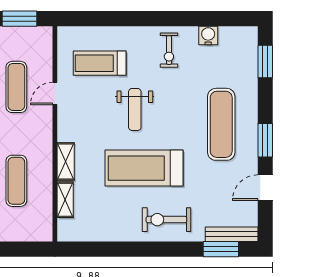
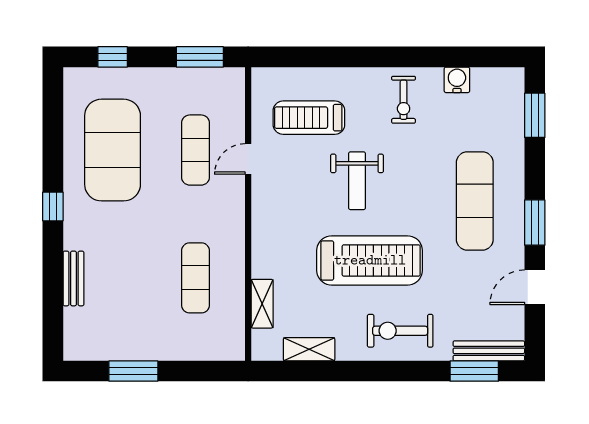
shelving: (66, 161) -> (309, 349), moved, turned 90
treadmill: (144, 168) -> (370, 260), turned 180

